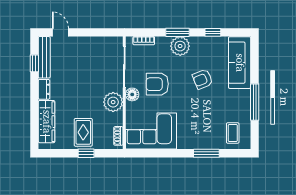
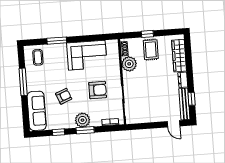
floor lamp: (132, 94) -> (116, 81), removed
plant: (113, 102) -> (129, 64), moved
corner sofa: (151, 131) -> (87, 55), moved

